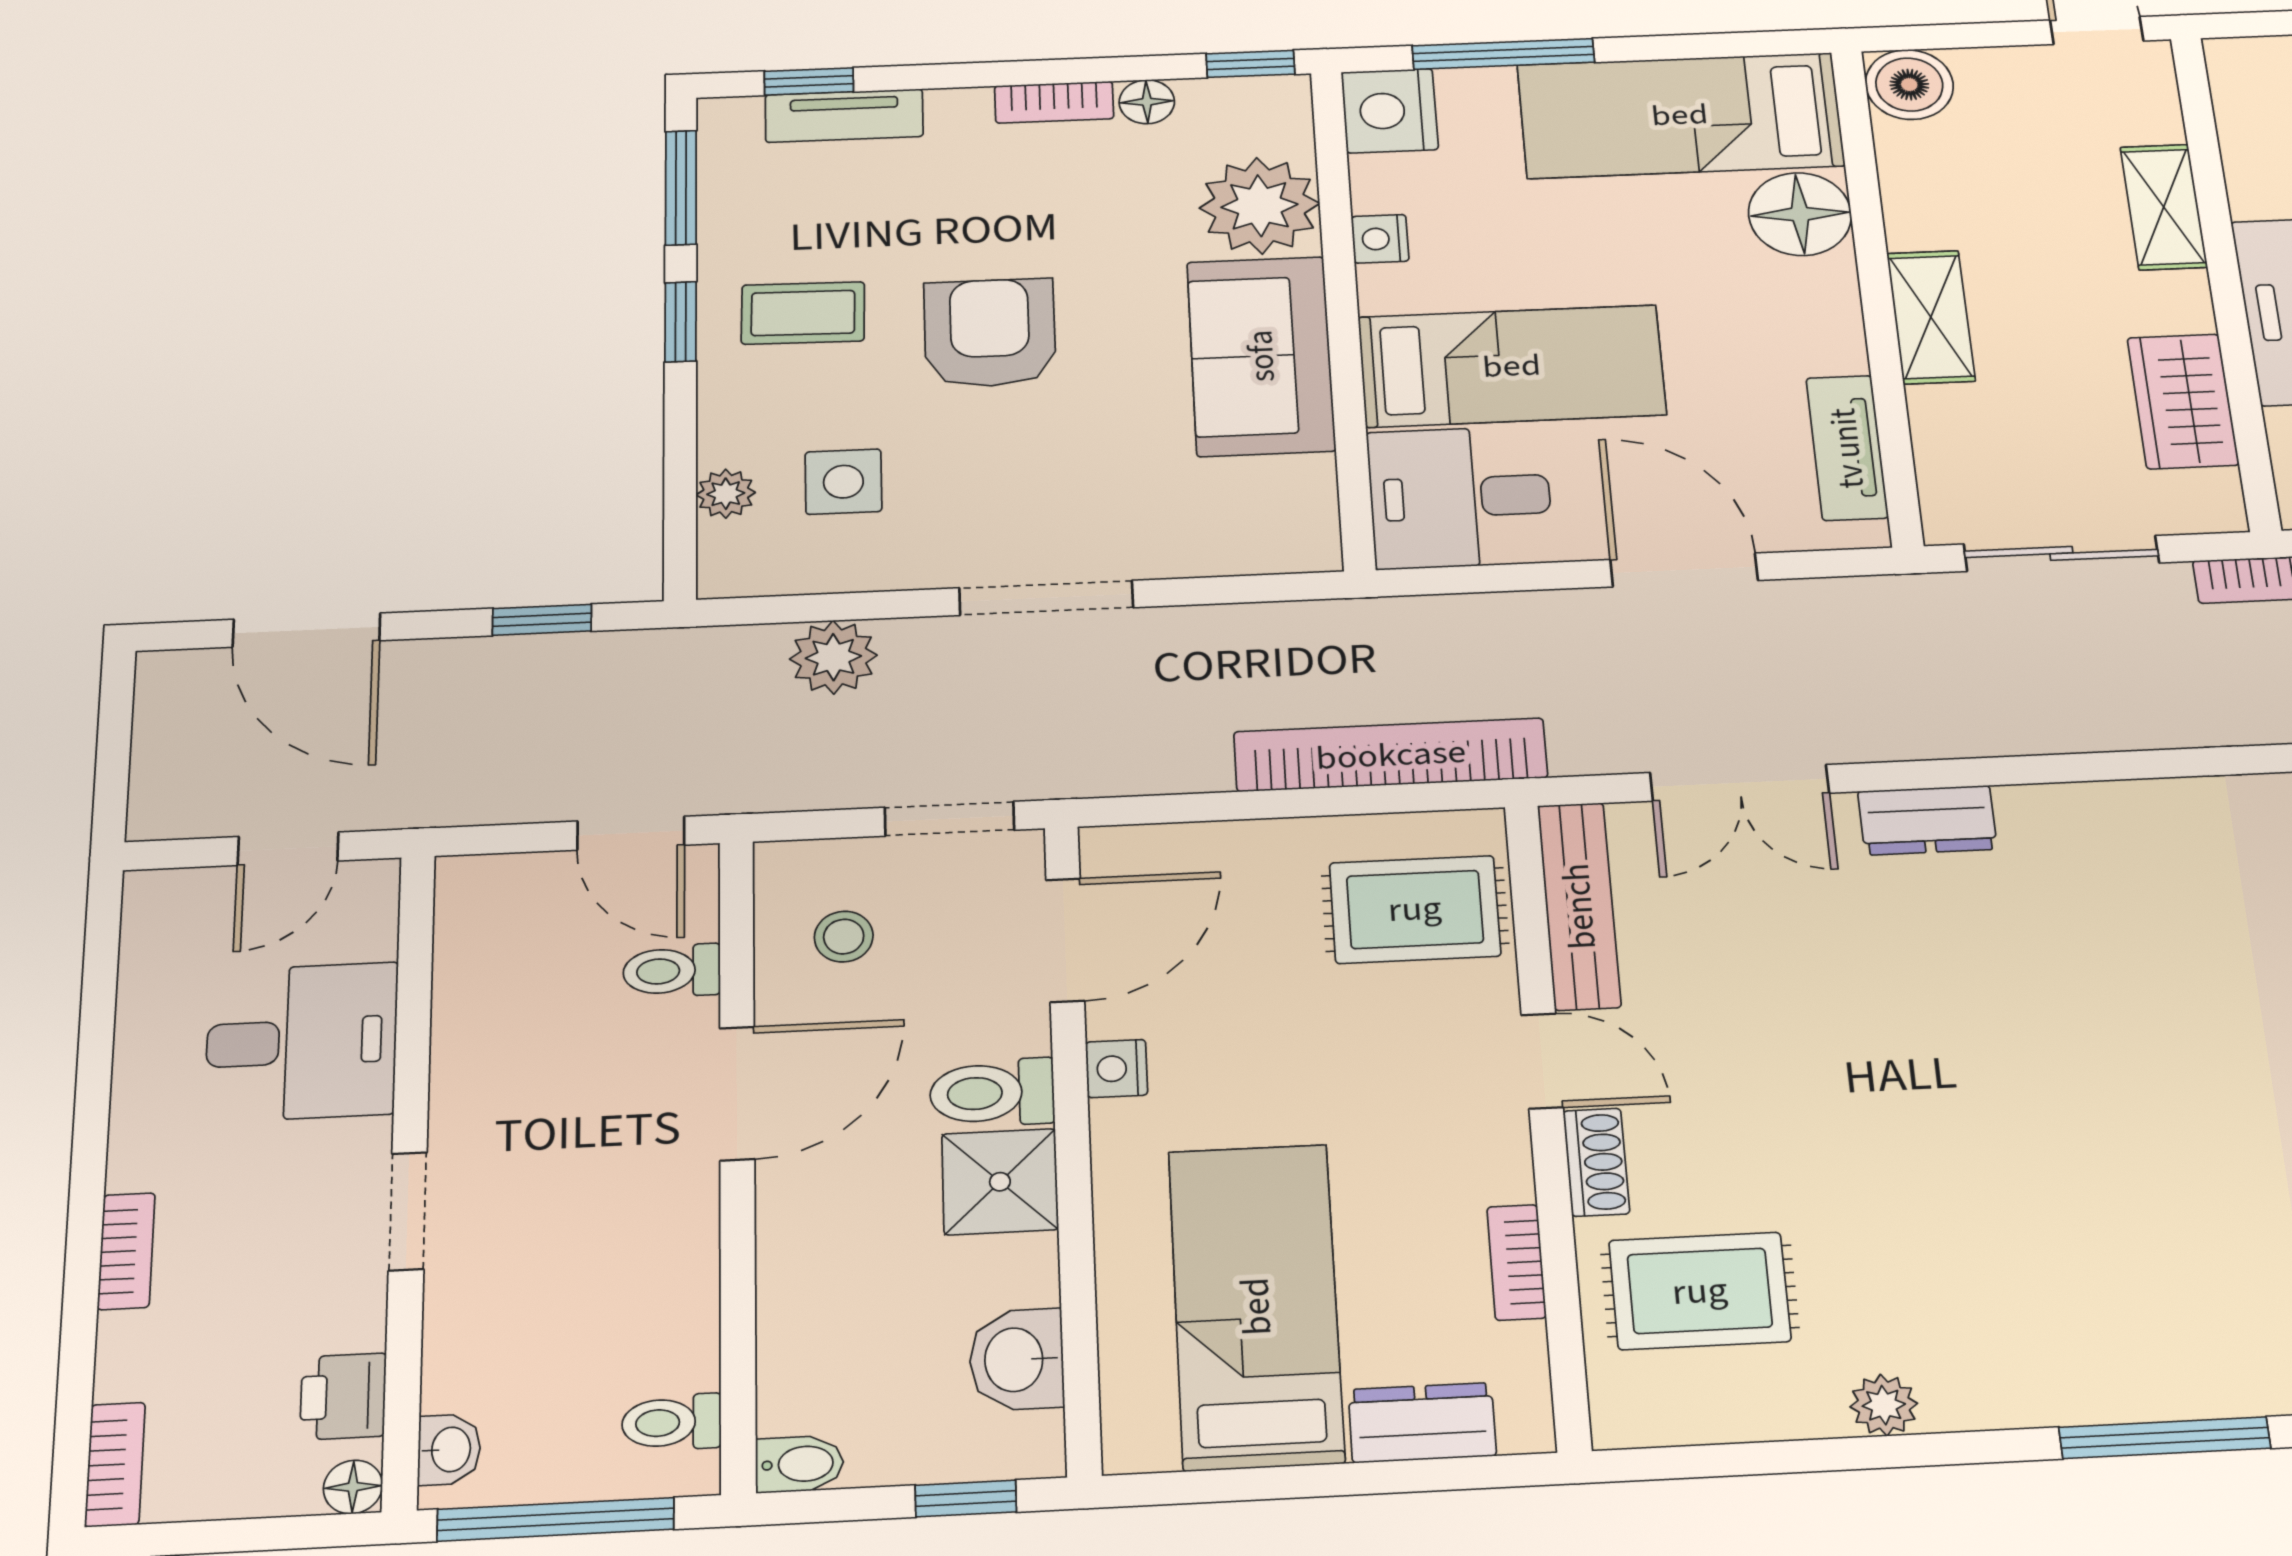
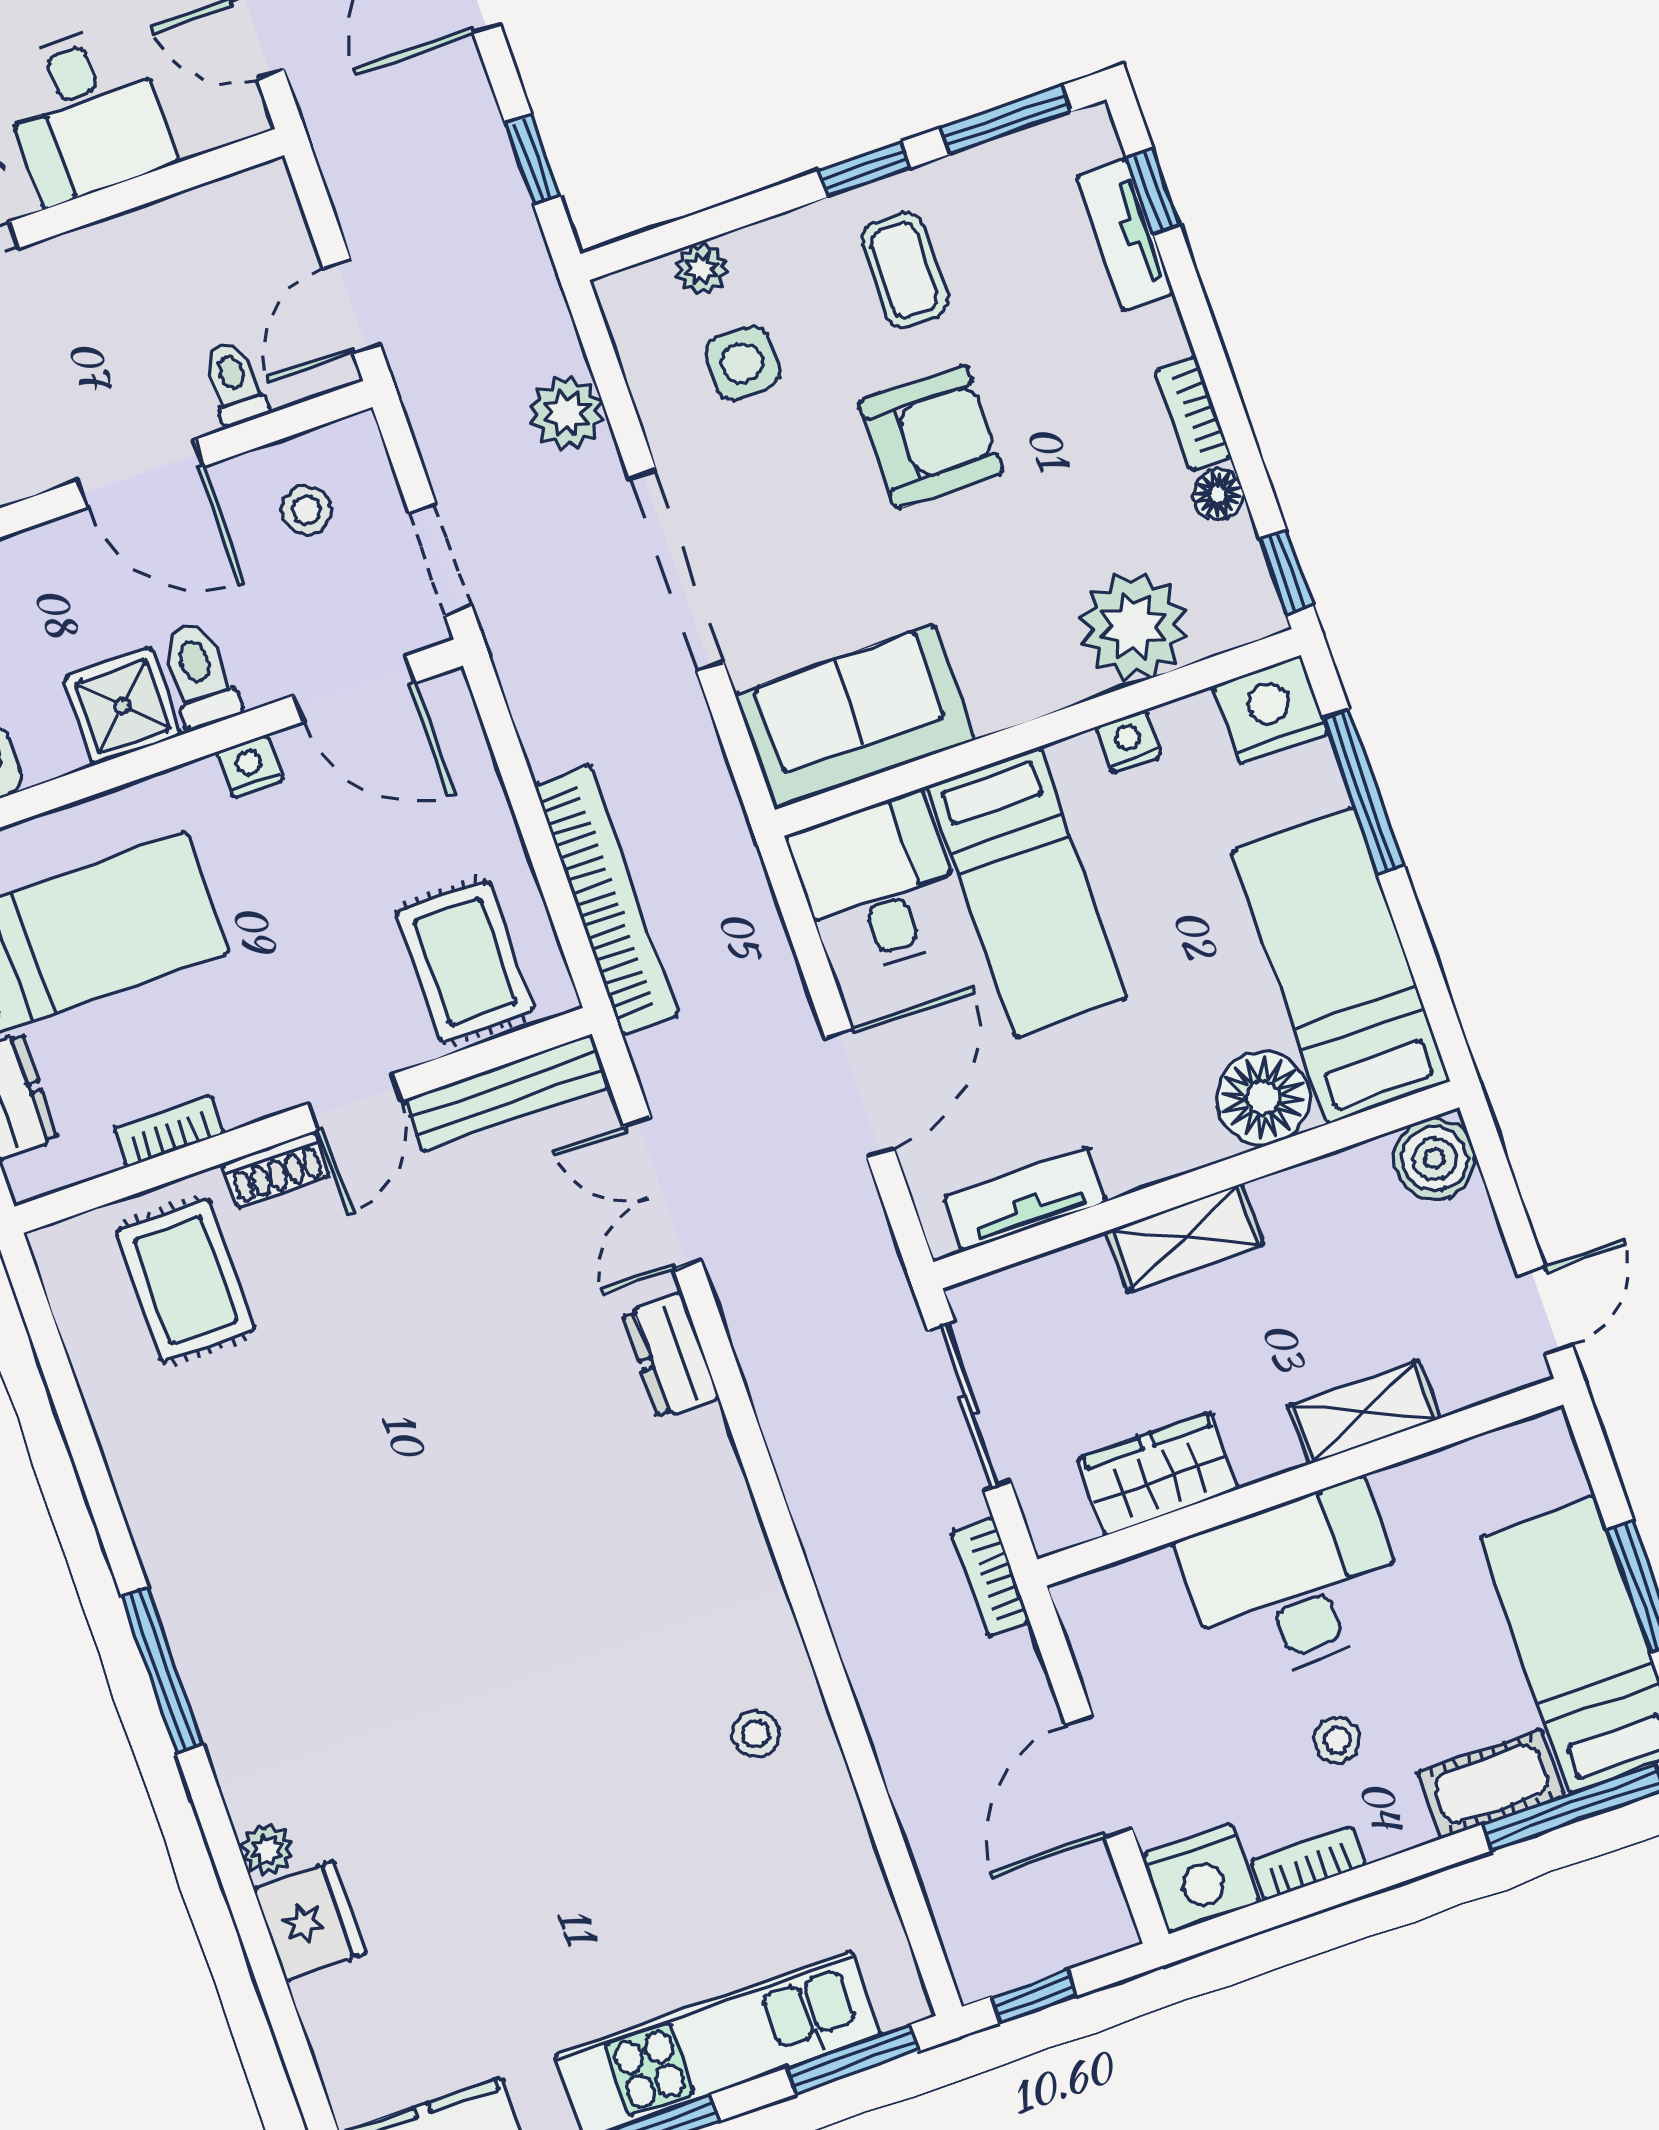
sofa: (1261, 356) -> (855, 717), moved
doorway: (1046, 598) -> (676, 570), width x1.36
plant: (1884, 1405) -> (128, 1447), removed

